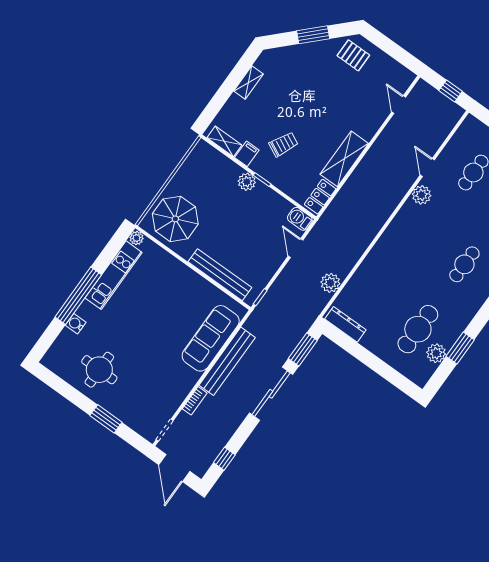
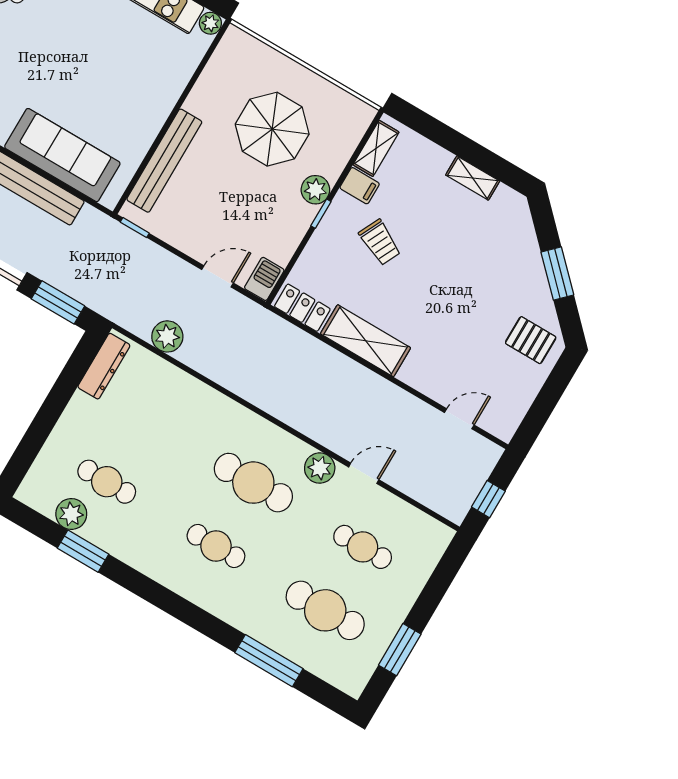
pallet: (353, 55) -> (531, 340), turned 90
parasol: (175, 219) -> (272, 129), moved
cafe table: (427, 237) -> (253, 483), added
cafe table: (418, 329) -> (107, 482), width x0.73, depth x0.74

